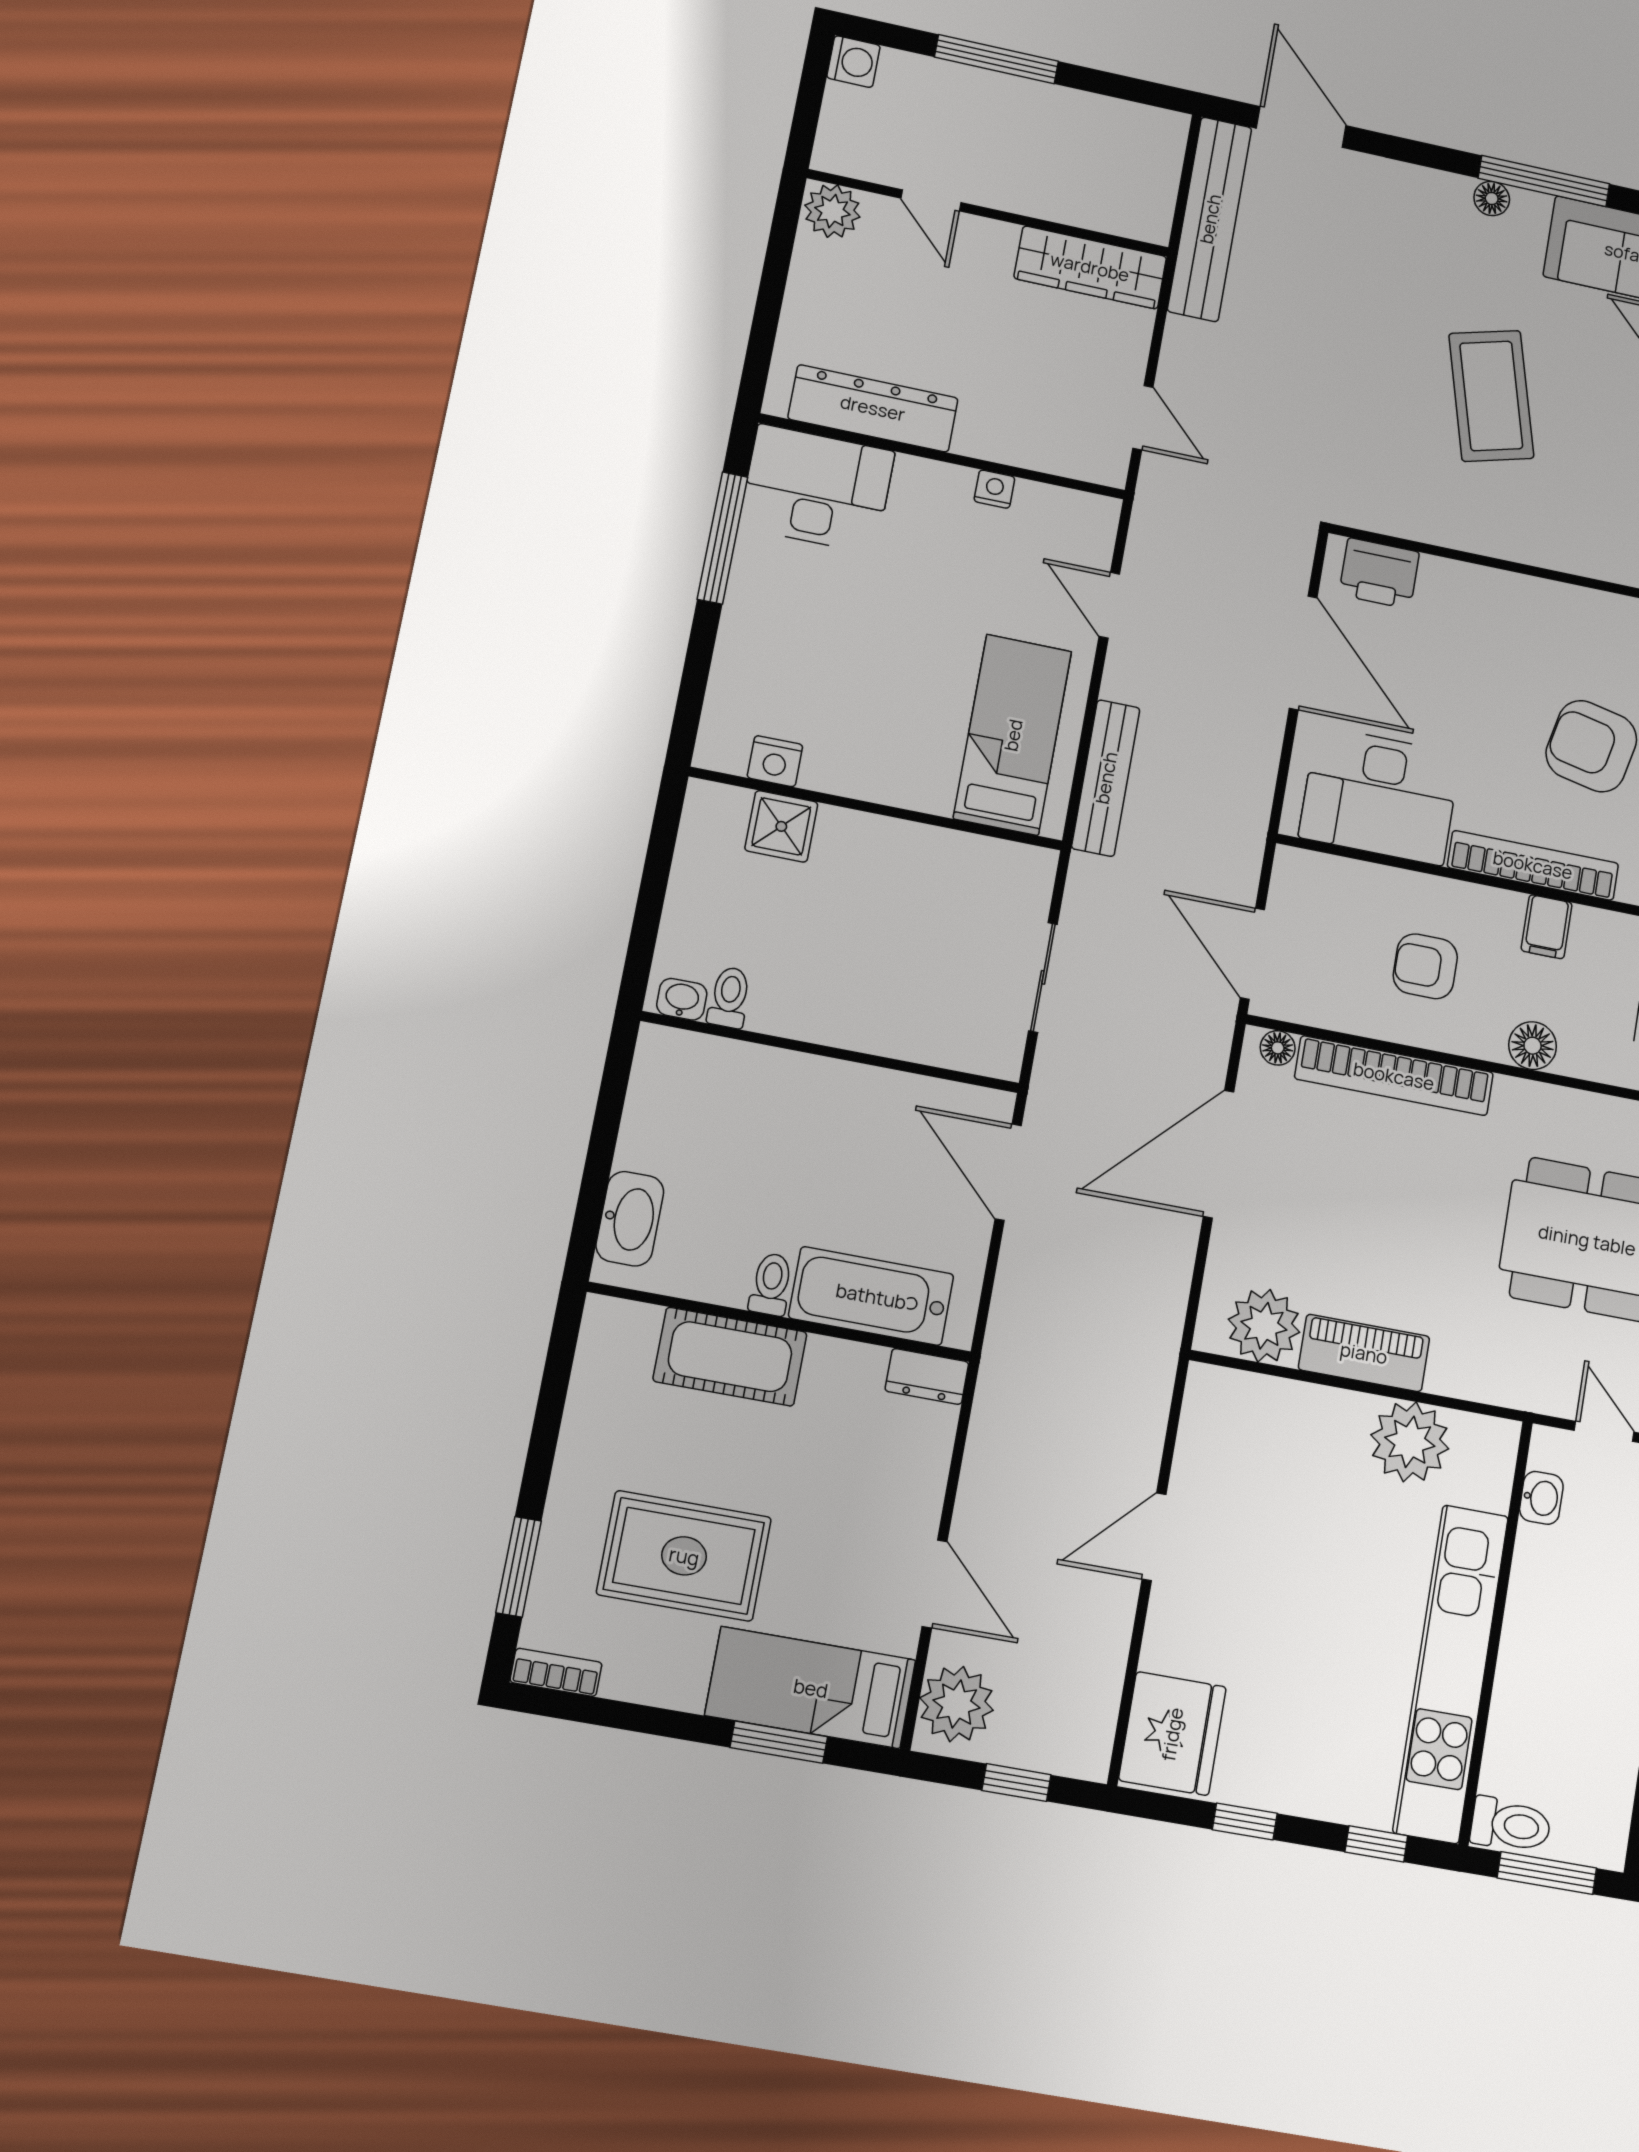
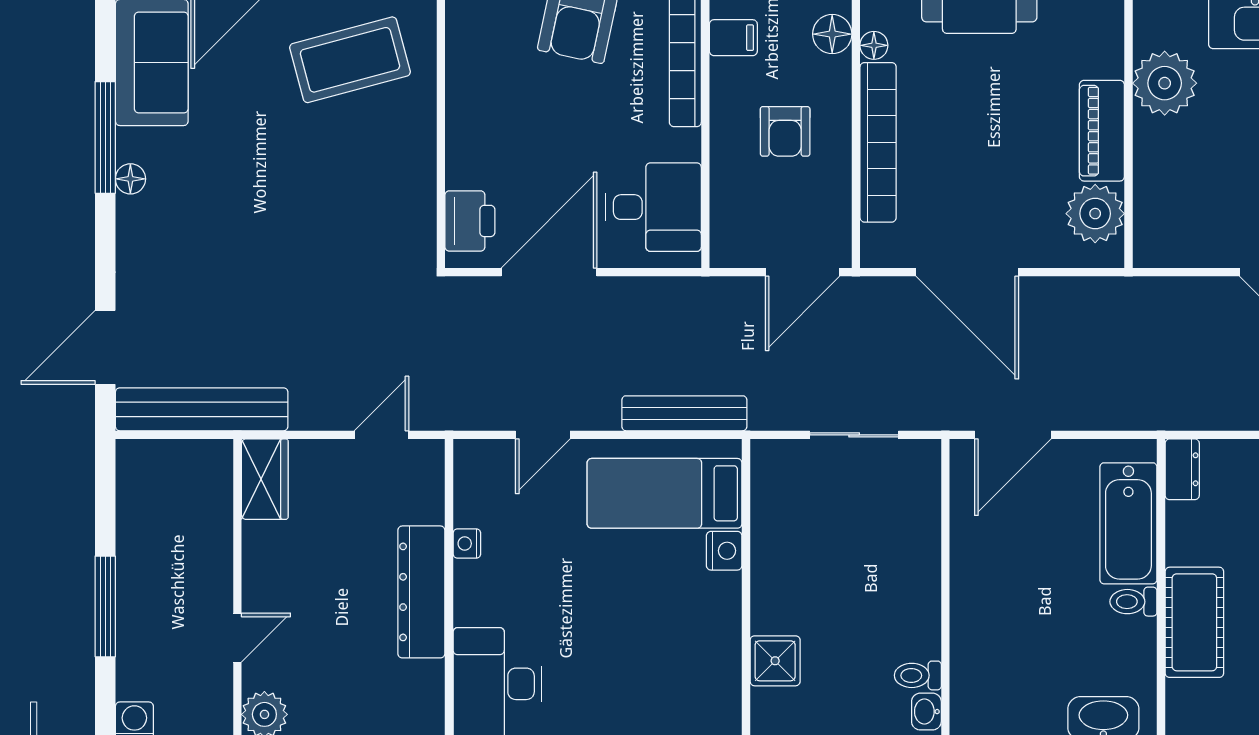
wardrobe: (1090, 267) -> (265, 479), width x0.67
coffee table: (1491, 396) -> (350, 60), moved
dresser: (873, 408) -> (421, 592), moved
nightstand: (775, 761) -> (724, 551), moved
desk: (1380, 796) -> (654, 207), width x0.73
floor lamp: (1278, 1048) -> (874, 45), moved

